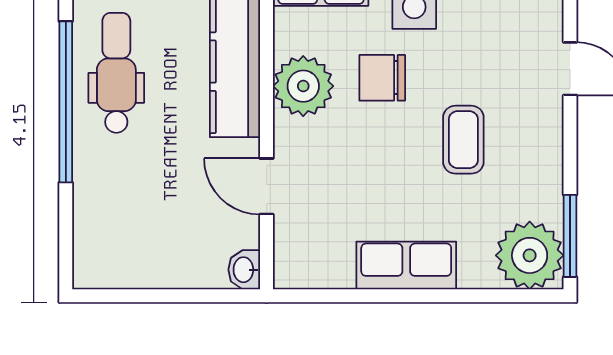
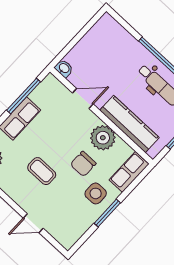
chair: (382, 78) -> (83, 164), turned 180
window: (360, 296) -> (24, 96), added

